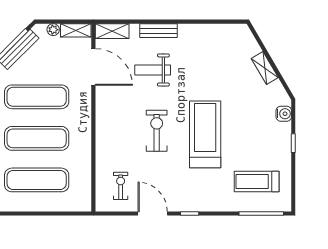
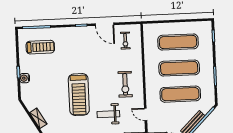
door: (93, 67) -> (146, 114), width x0.53
weight bench: (153, 70) -> (108, 114), turned 180
water cooler: (284, 114) -> (25, 78), moved
exercise bike: (157, 131) -> (125, 84), moved
treadmill: (205, 134) -> (79, 95), moved

